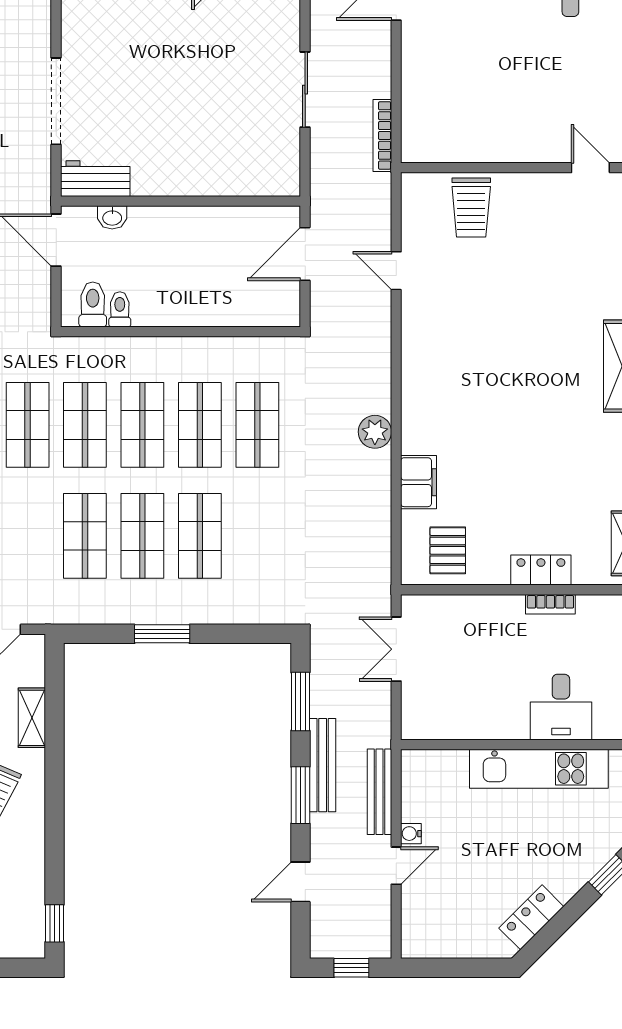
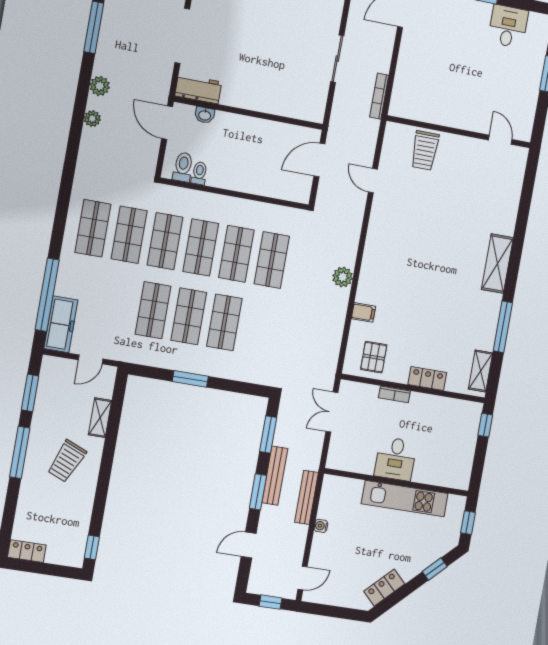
filing cabinet: (418, 482) -> (363, 312), width x0.50
bookcase: (550, 604) -> (394, 394), moved
desk: (561, 707) -> (396, 459), moved
door: (396, 866) -> (303, 578), moved

